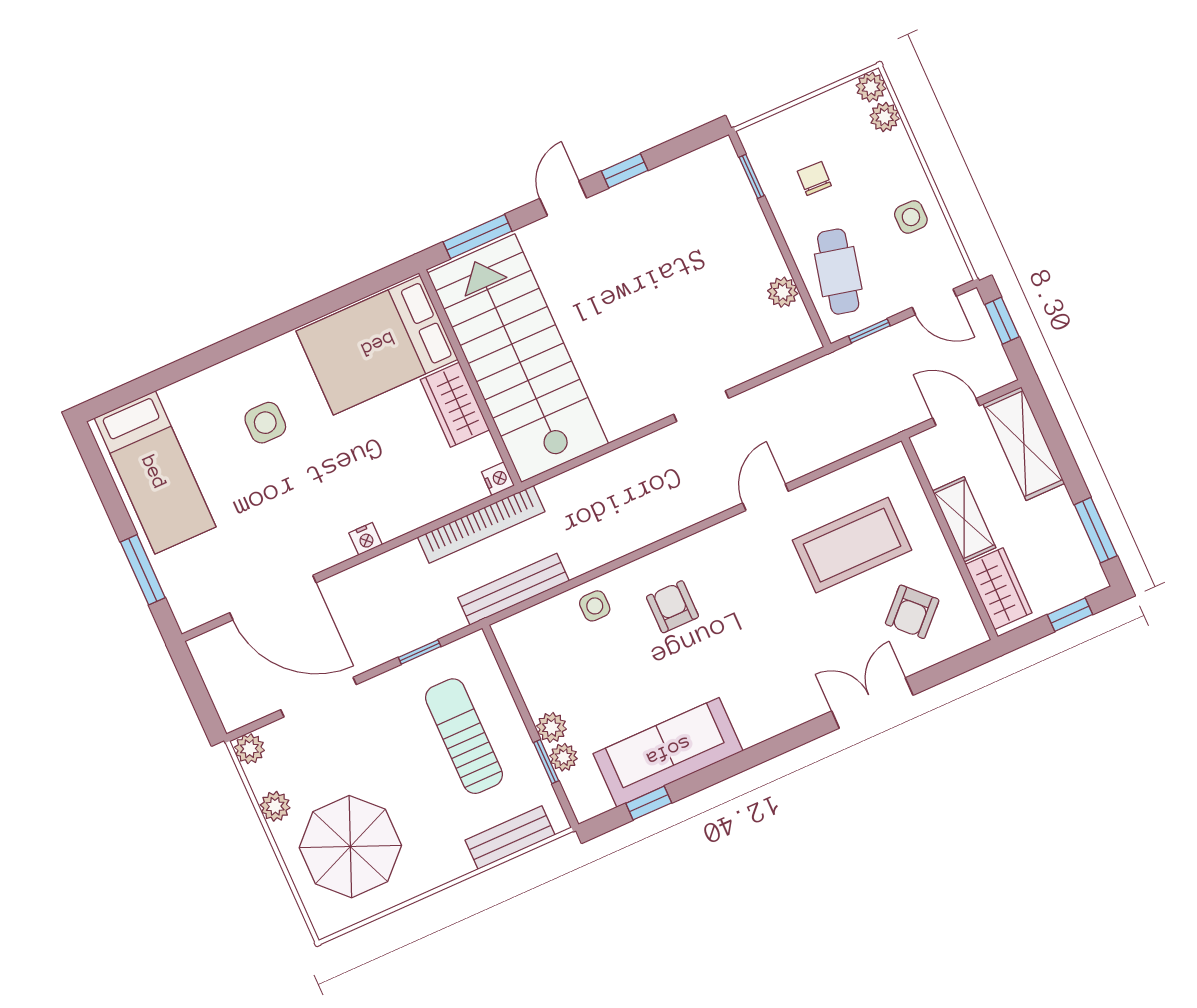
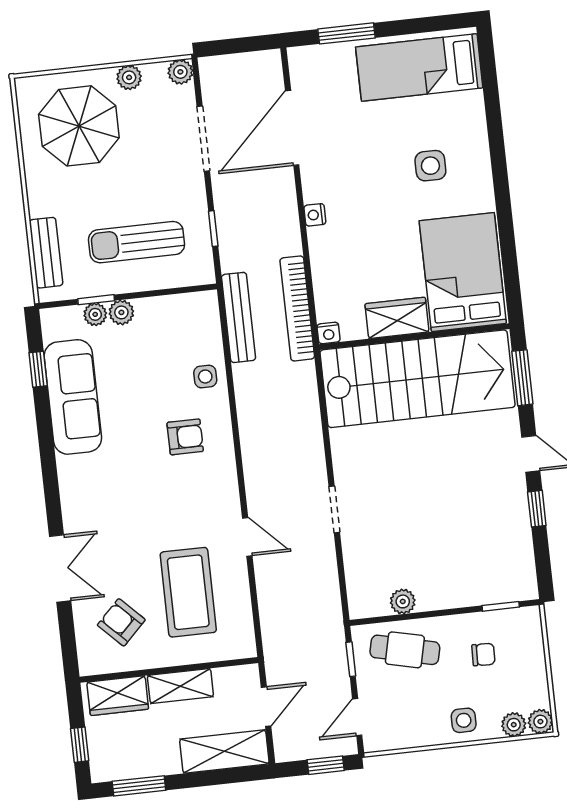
side table: (911, 217) -> (464, 720), moved
sun lounger: (464, 736) -> (137, 242), turned 180

